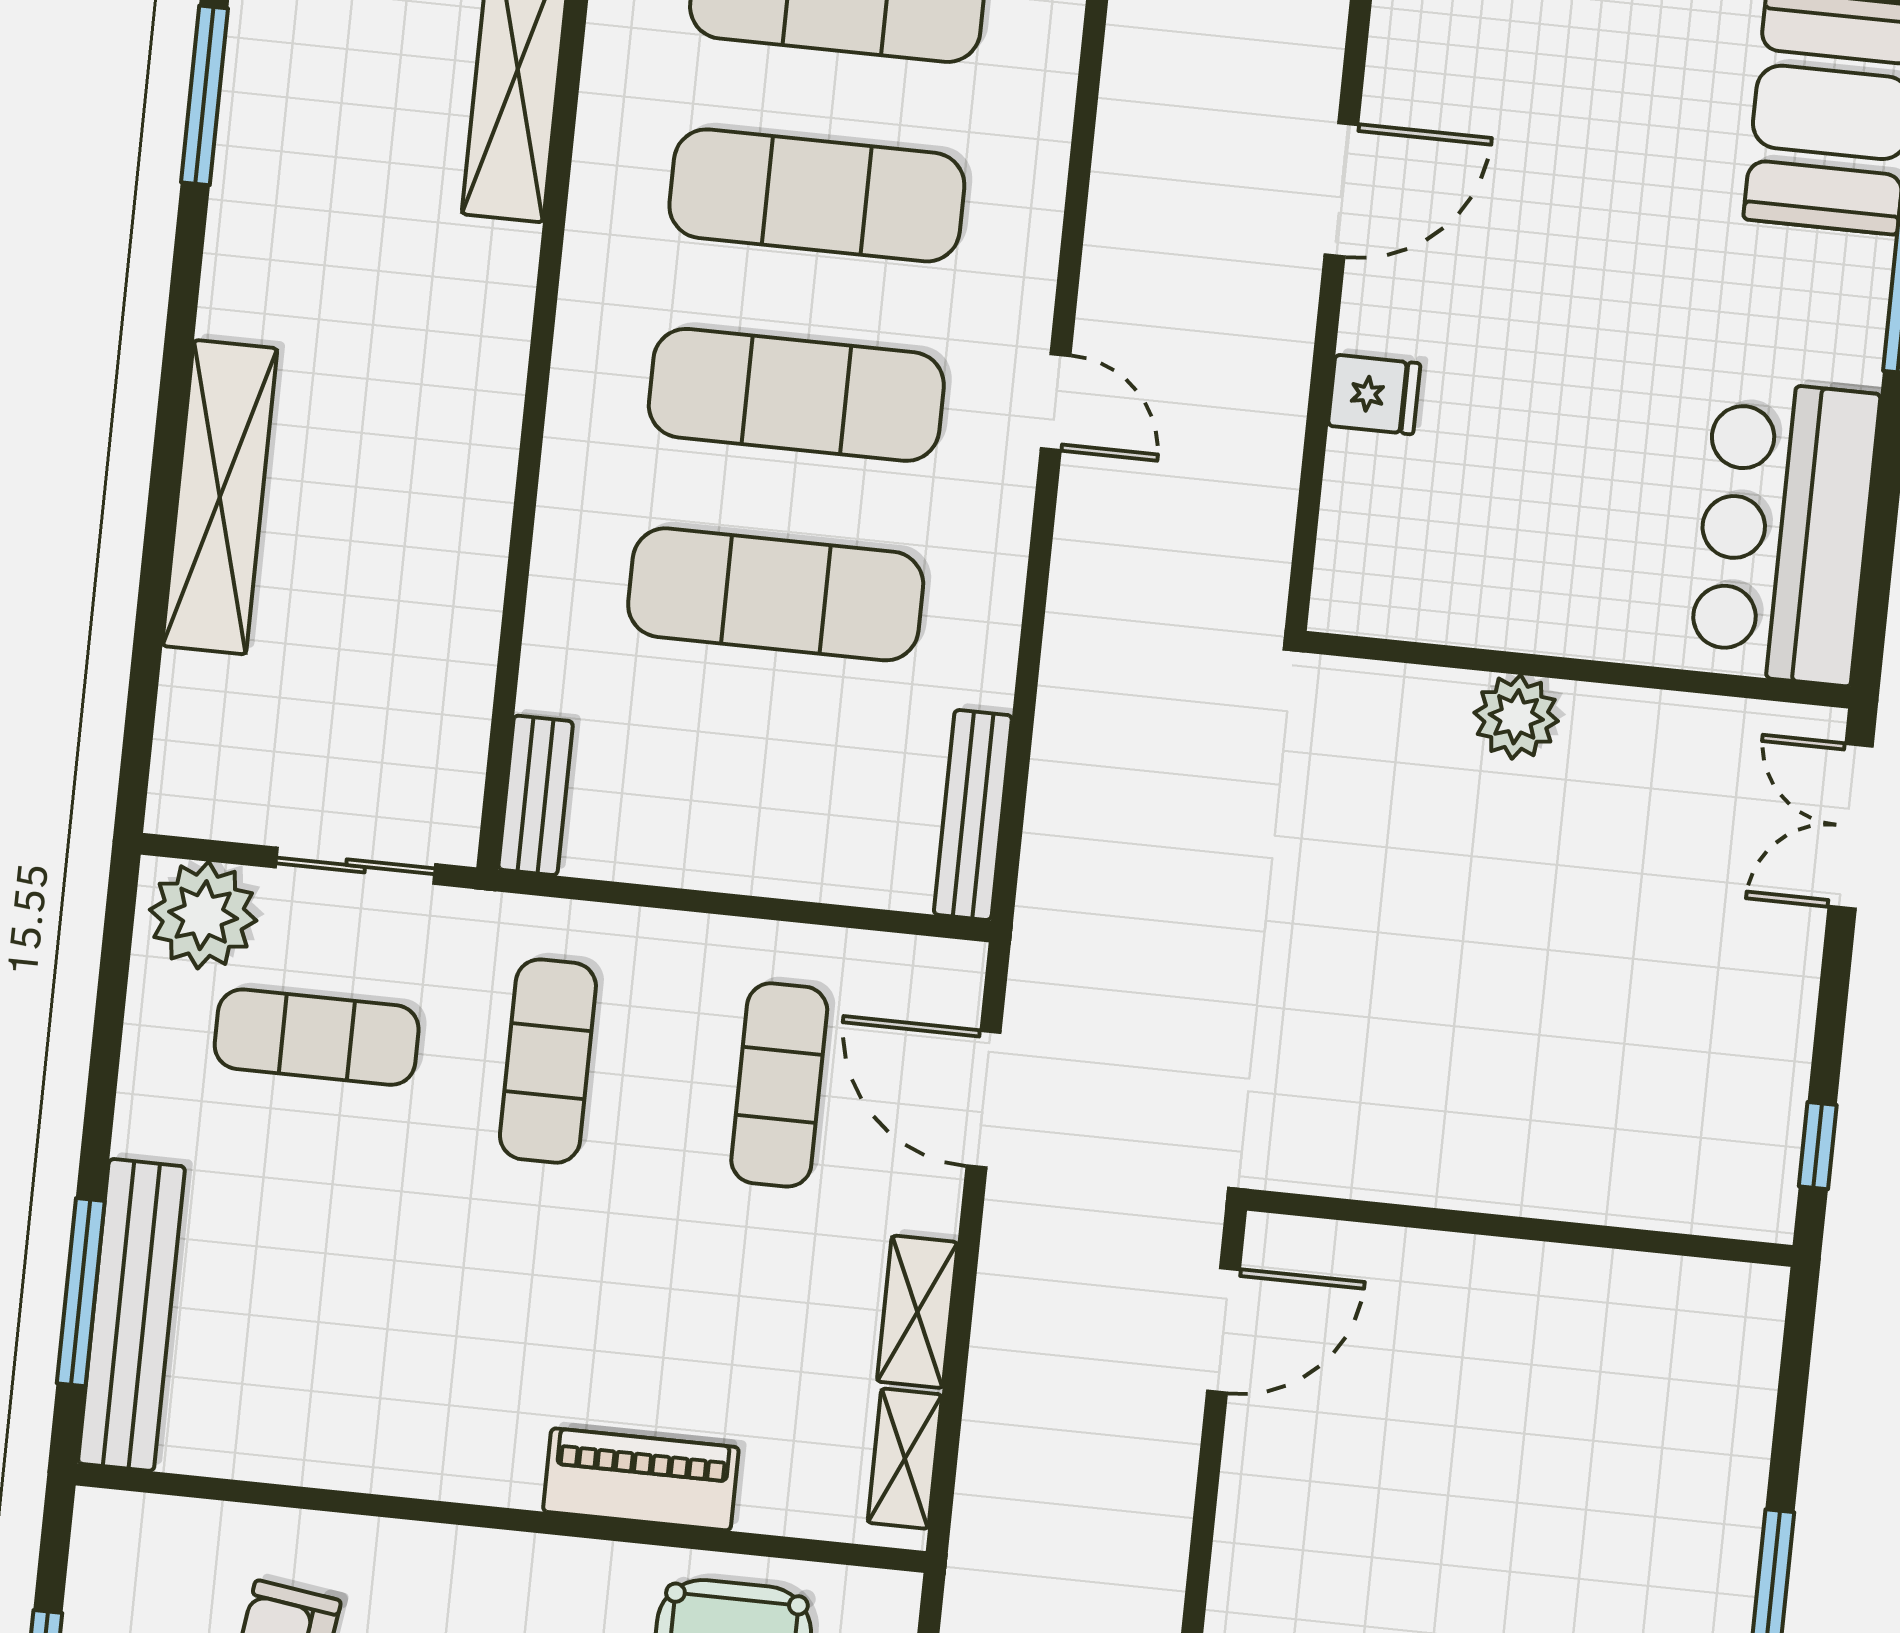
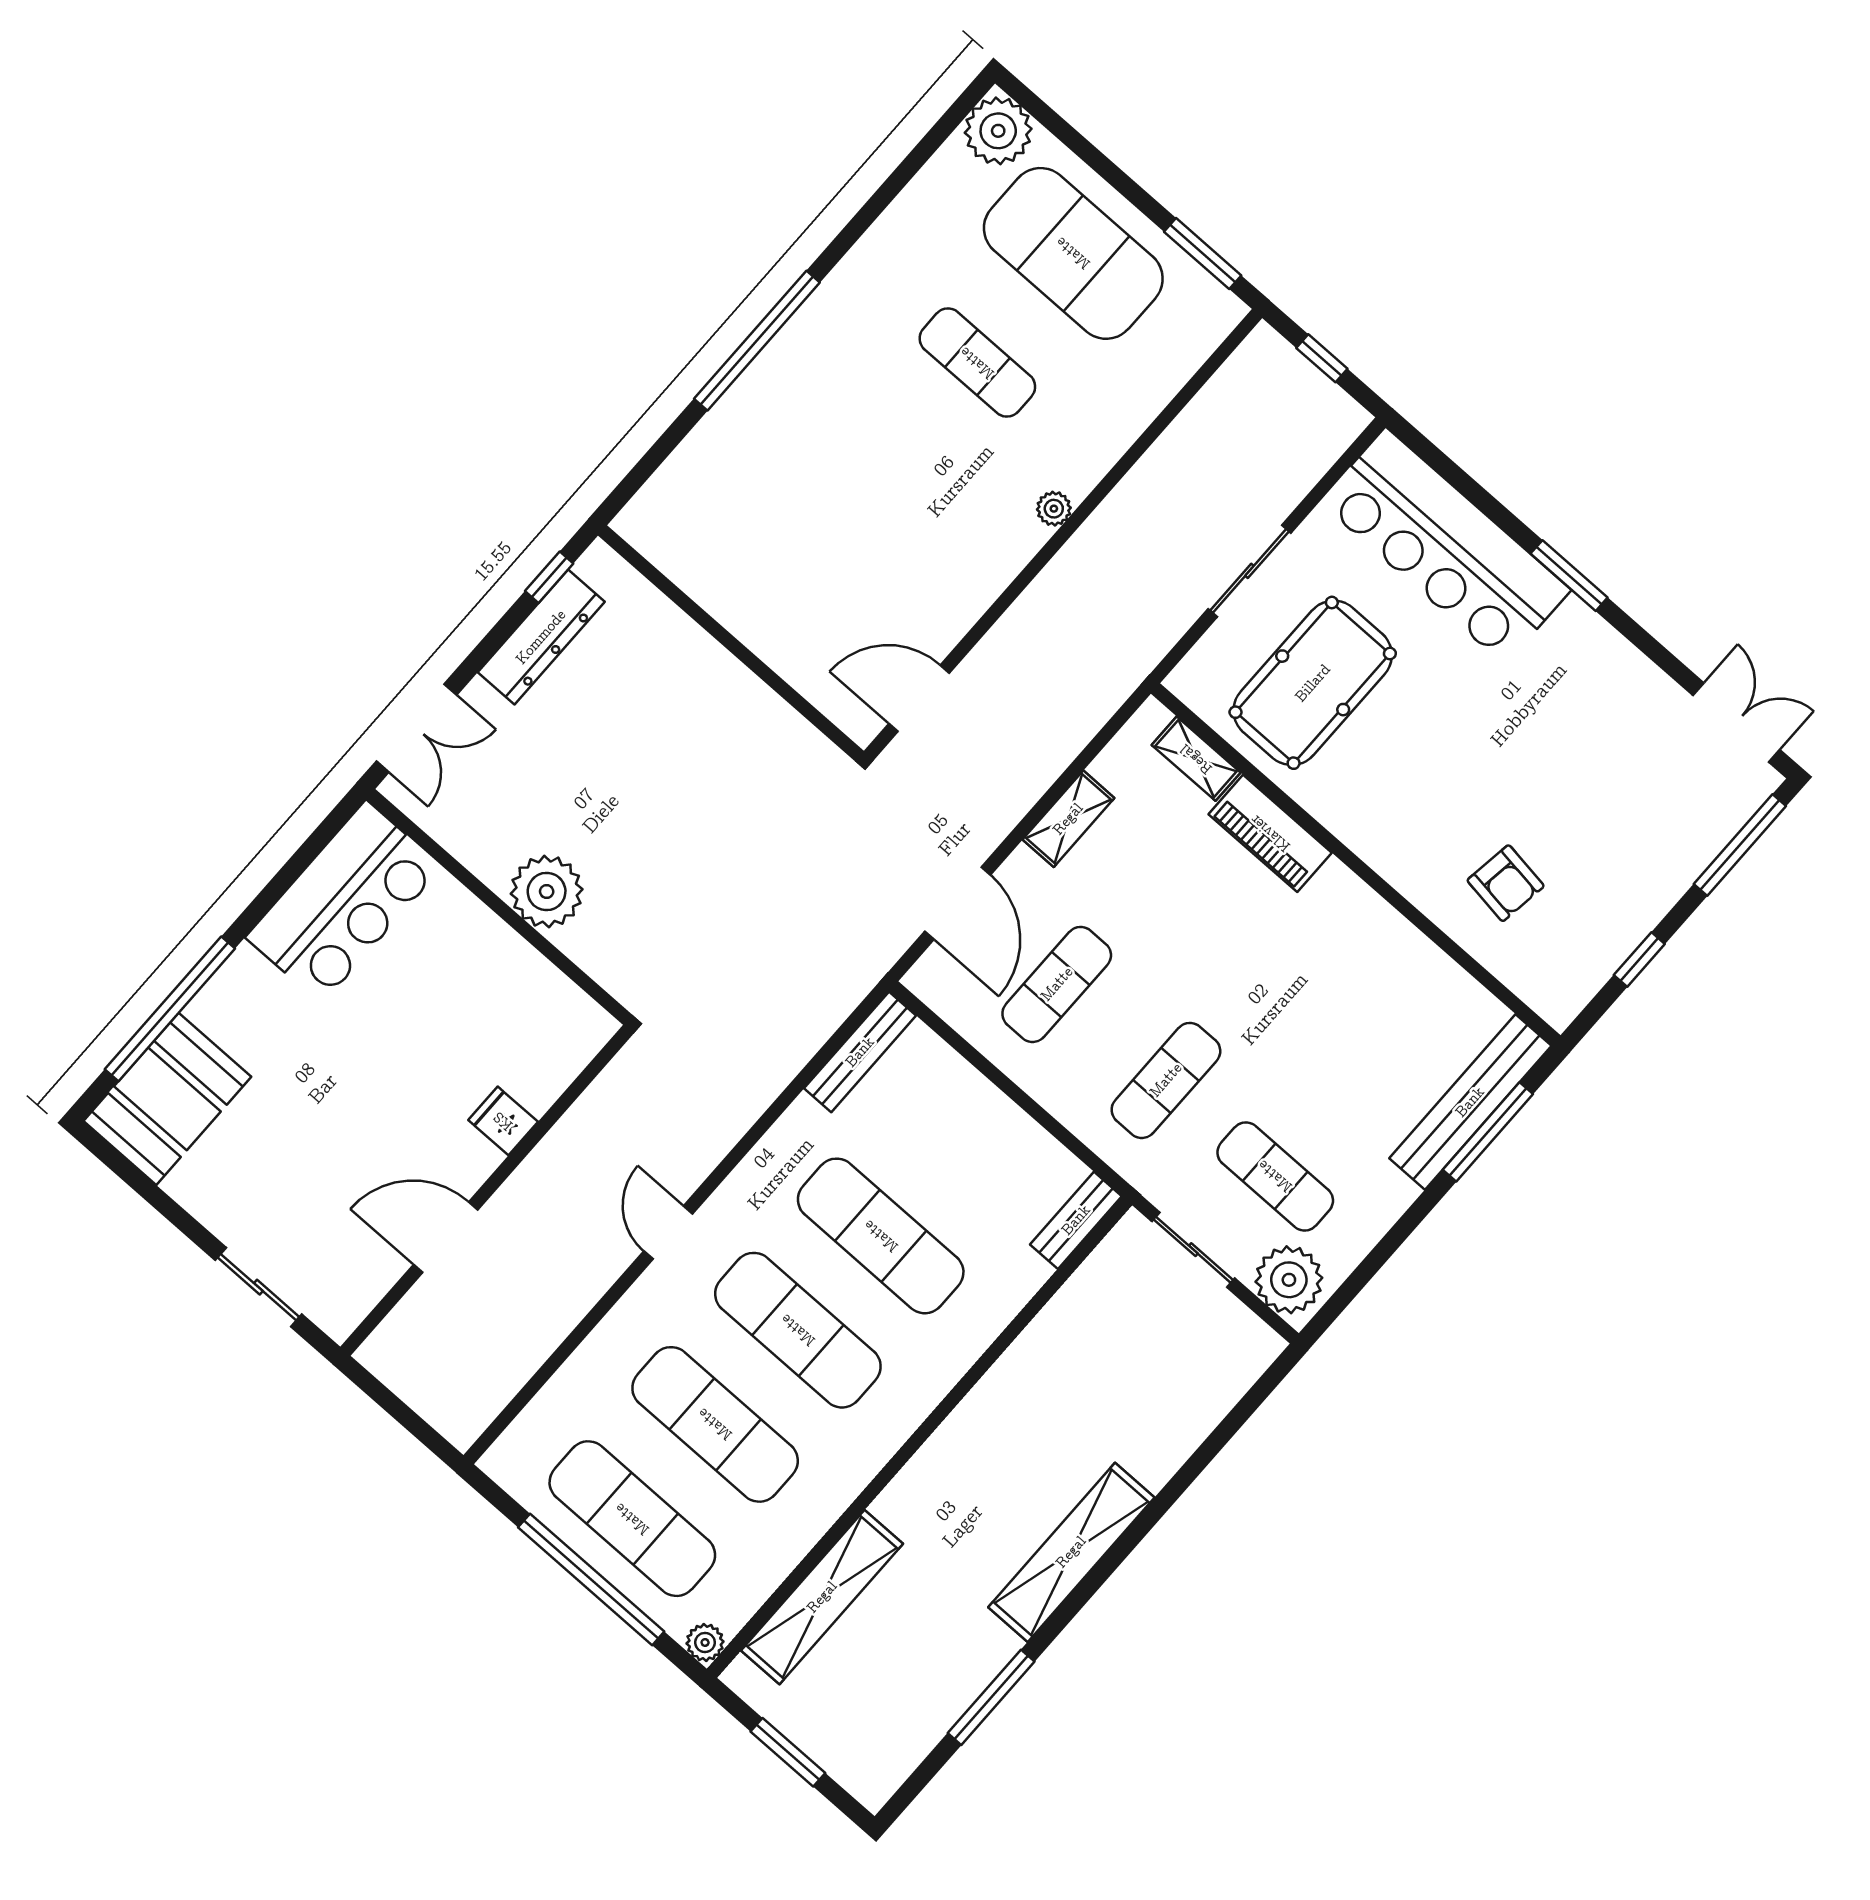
shelving: (220, 497) -> (1071, 1552), moved
plant: (1516, 717) -> (547, 892), width x1.36, depth x1.36
dresser: (1773, 1061) -> (541, 637), added
shelving: (905, 1459) -> (1196, 759), moved, turned 90

